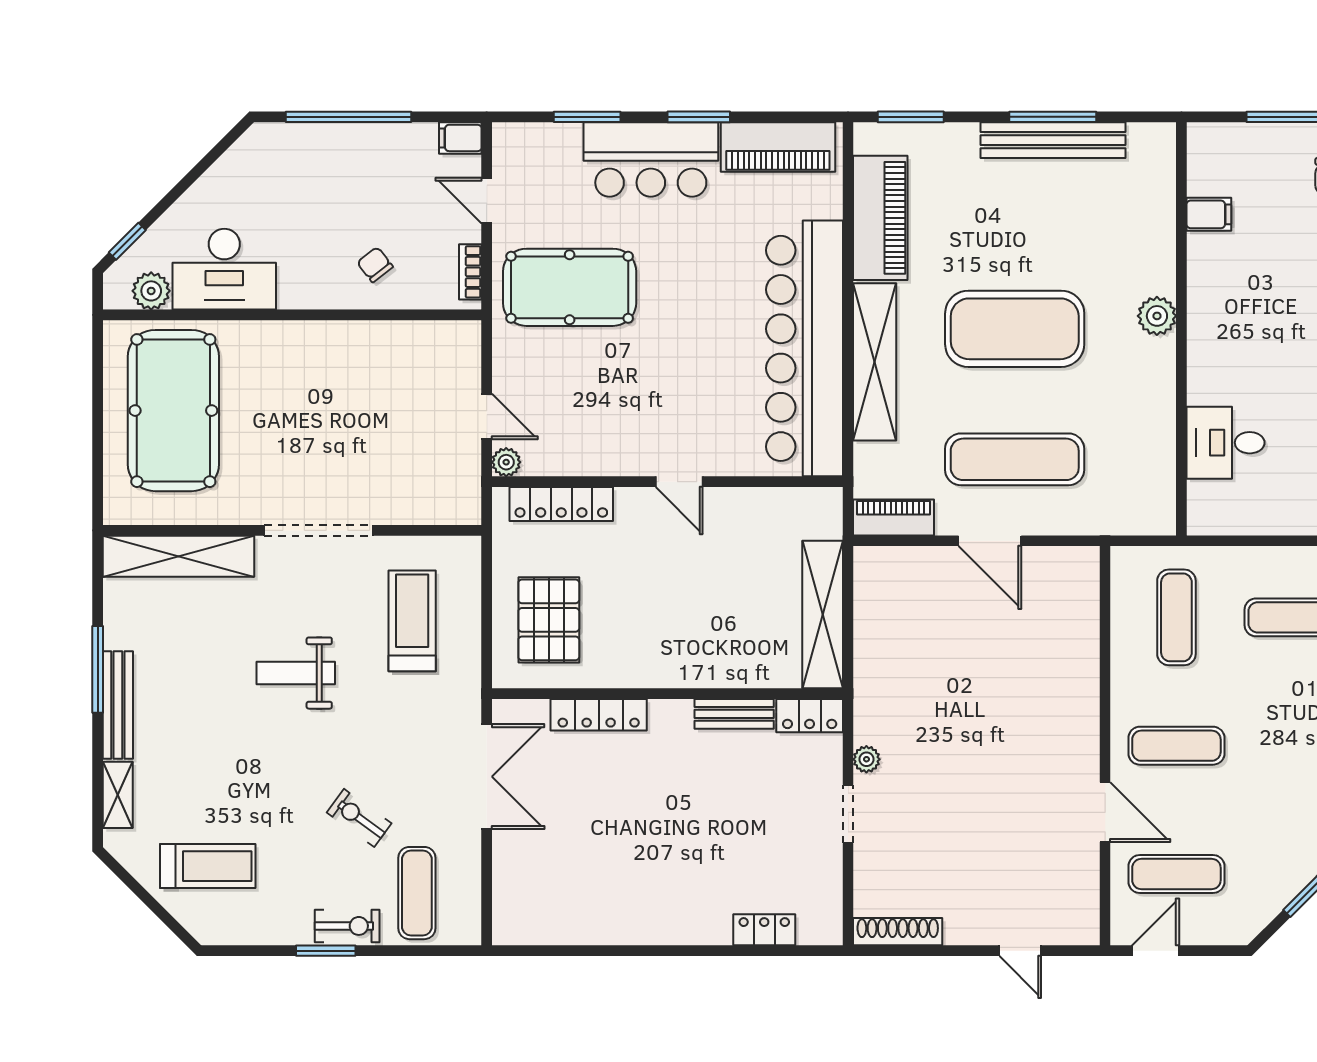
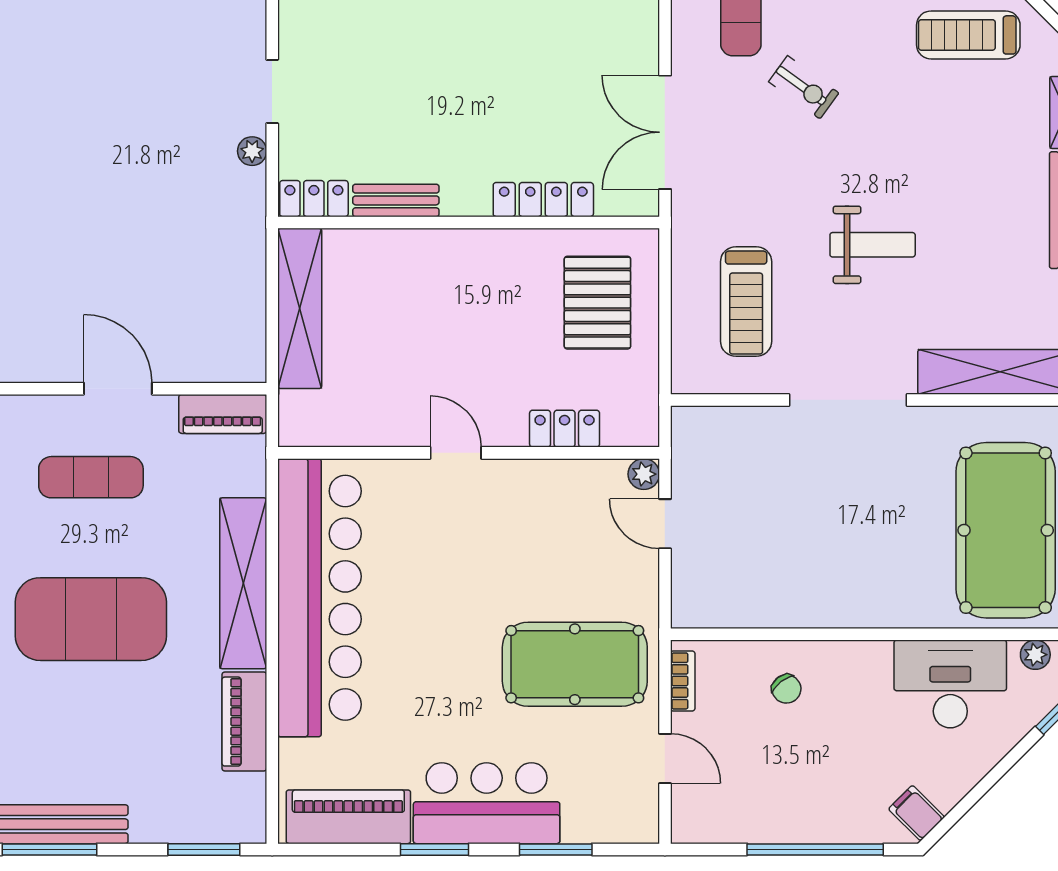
filing cabinet: (460, 138) -> (916, 813), moved, turned -135
piano: (880, 218) -> (244, 722), width x0.73, depth x0.75
plant: (151, 291) -> (1035, 655), width x0.73, depth x0.73
exercise mat: (1015, 459) -> (91, 477), width x0.73, depth x0.69
locker: (561, 504) -> (565, 429), width x0.66

